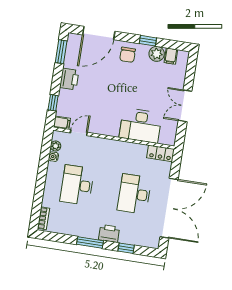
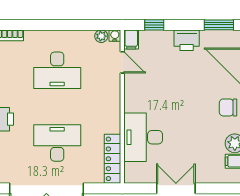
locker: (160, 153) -> (112, 159), width x1.53
water cooler: (53, 157) -> (115, 36), moved
desk: (77, 185) -> (57, 70), turned 180

